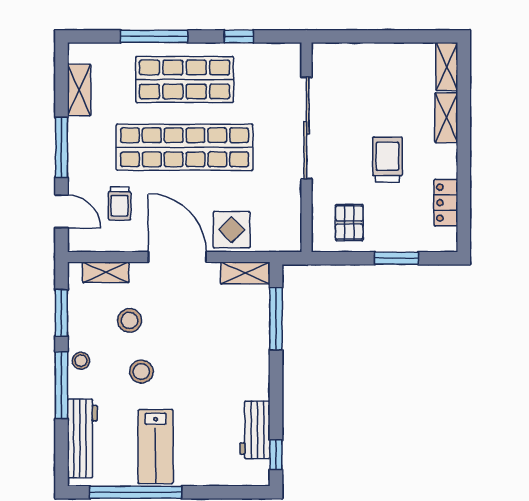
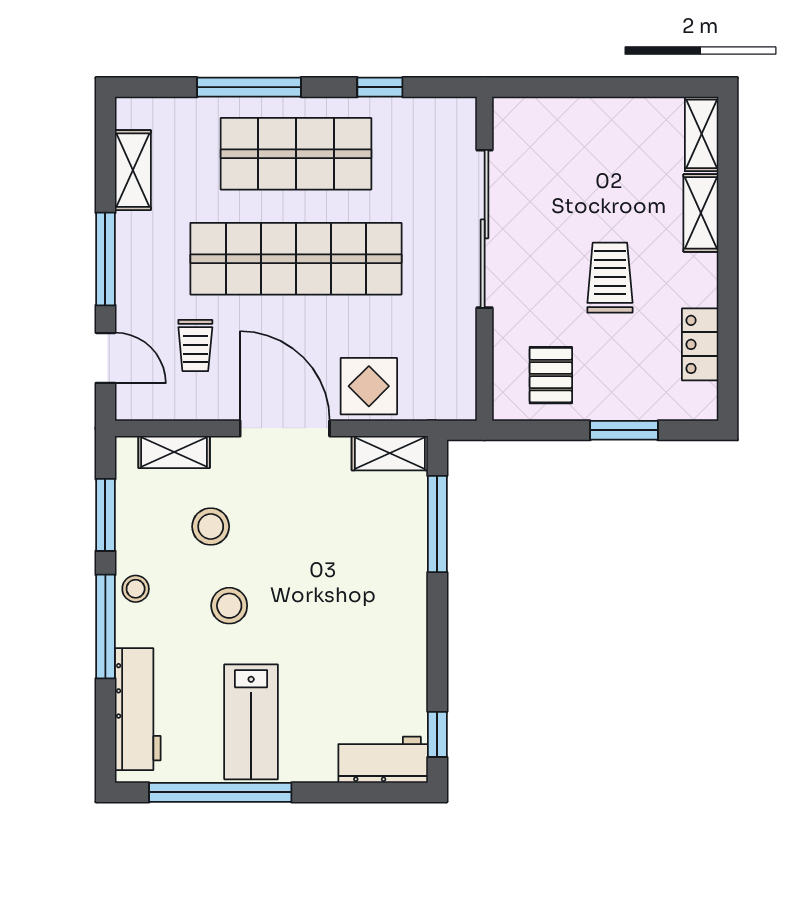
workbench: (255, 430) -> (383, 760), moved, turned 90

